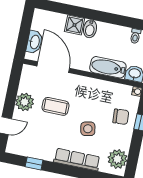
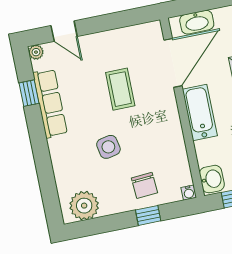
bathtub: (108, 67) -> (200, 112), moved
plant: (25, 102) -> (36, 52), moved, width x0.53, depth x0.53
row of seats: (77, 160) -> (50, 103), moved

